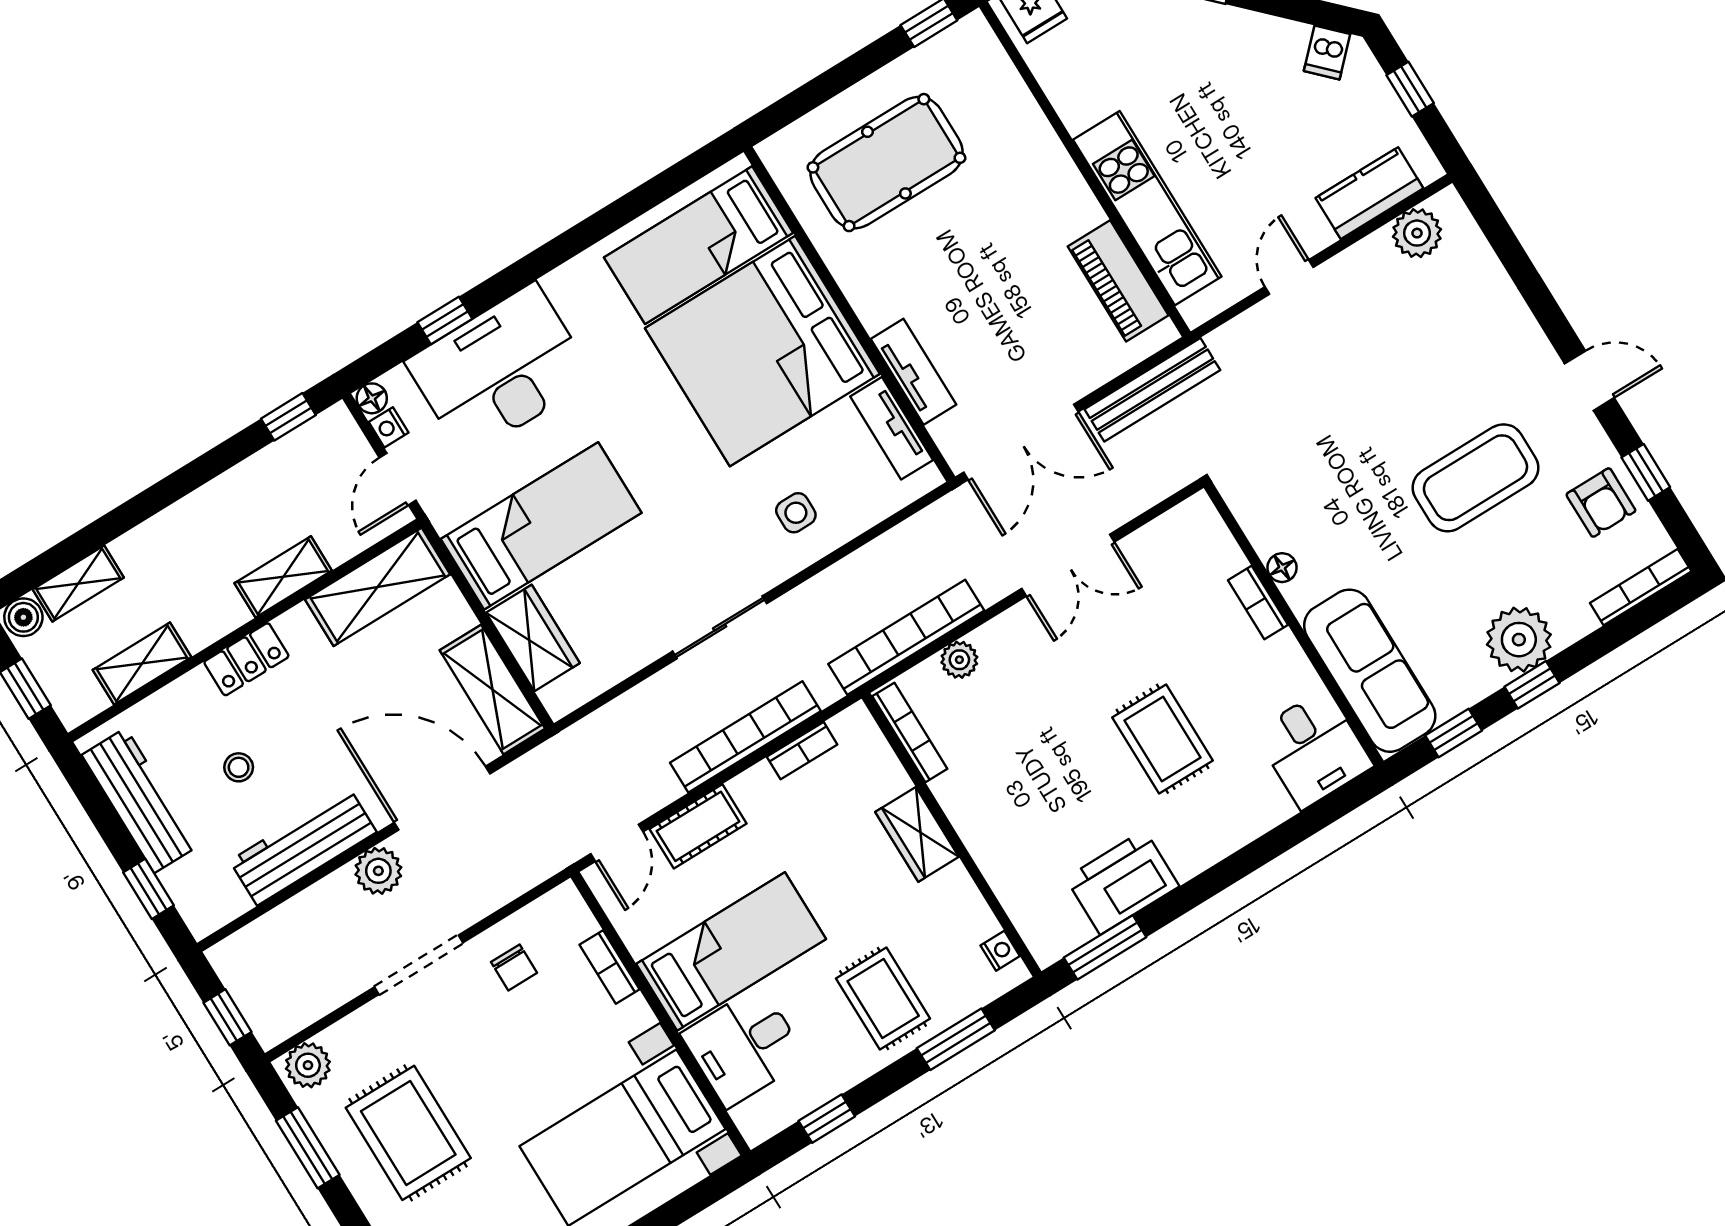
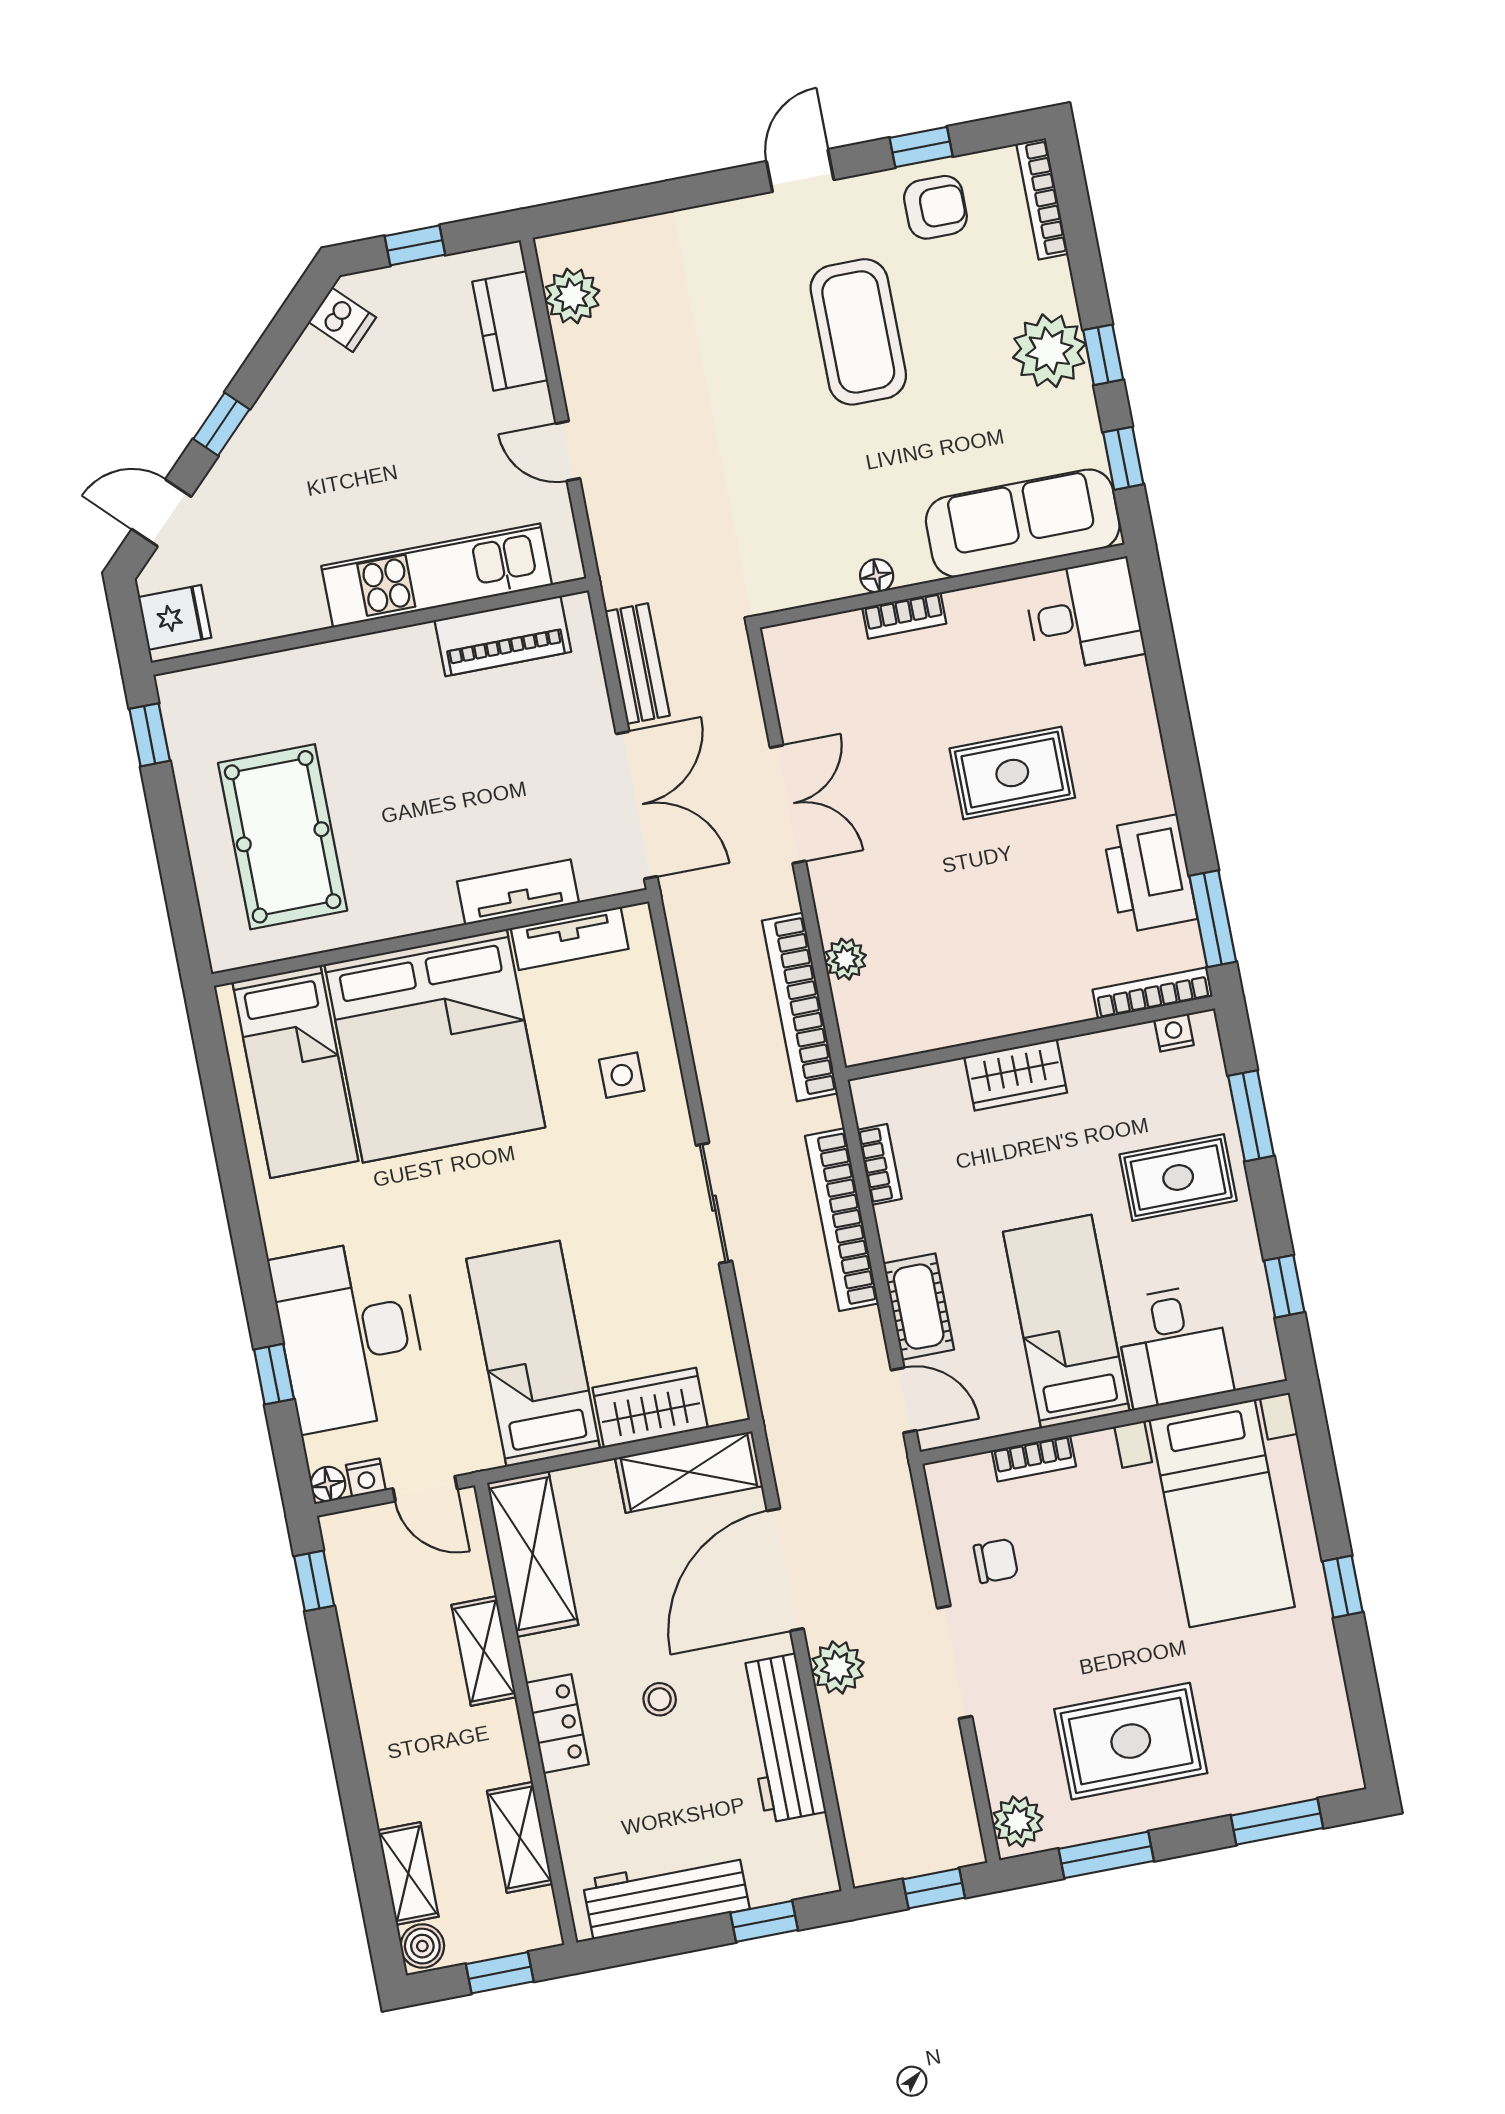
bench: (1152, 390) -> (637, 664), width x0.73
bookcase: (910, 732) -> (1152, 993), moved
stool: (239, 767) -> (660, 1699), moved

